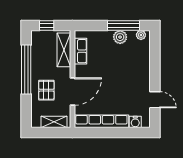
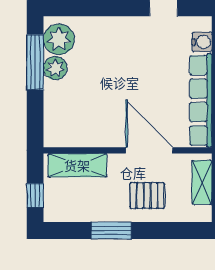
plant: (141, 35) -> (59, 39), width x1.87, depth x1.87
row of seats: (80, 51) -> (80, 137), removed
window: (26, 69) -> (111, 230), width x0.47

